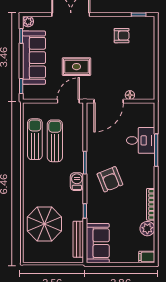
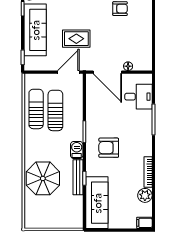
door: (109, 101) -> (107, 72), hinge flipped
desk: (141, 140) -> (138, 97), moved
armchair: (110, 179) -> (109, 148), turned 112
parasol: (44, 224) -> (43, 178), moved
bench: (78, 239) -> (78, 177), moved
sofa: (98, 243) -> (97, 203), width x1.36

